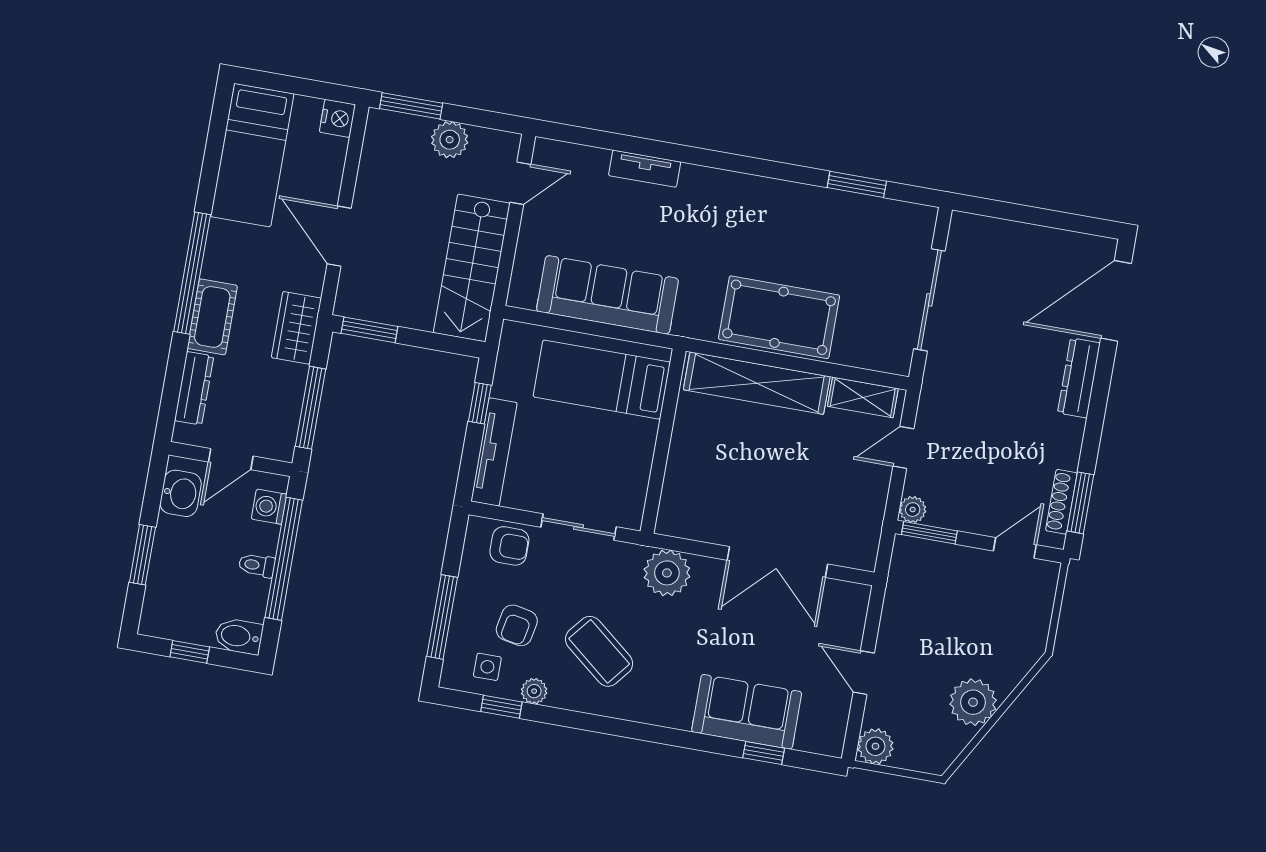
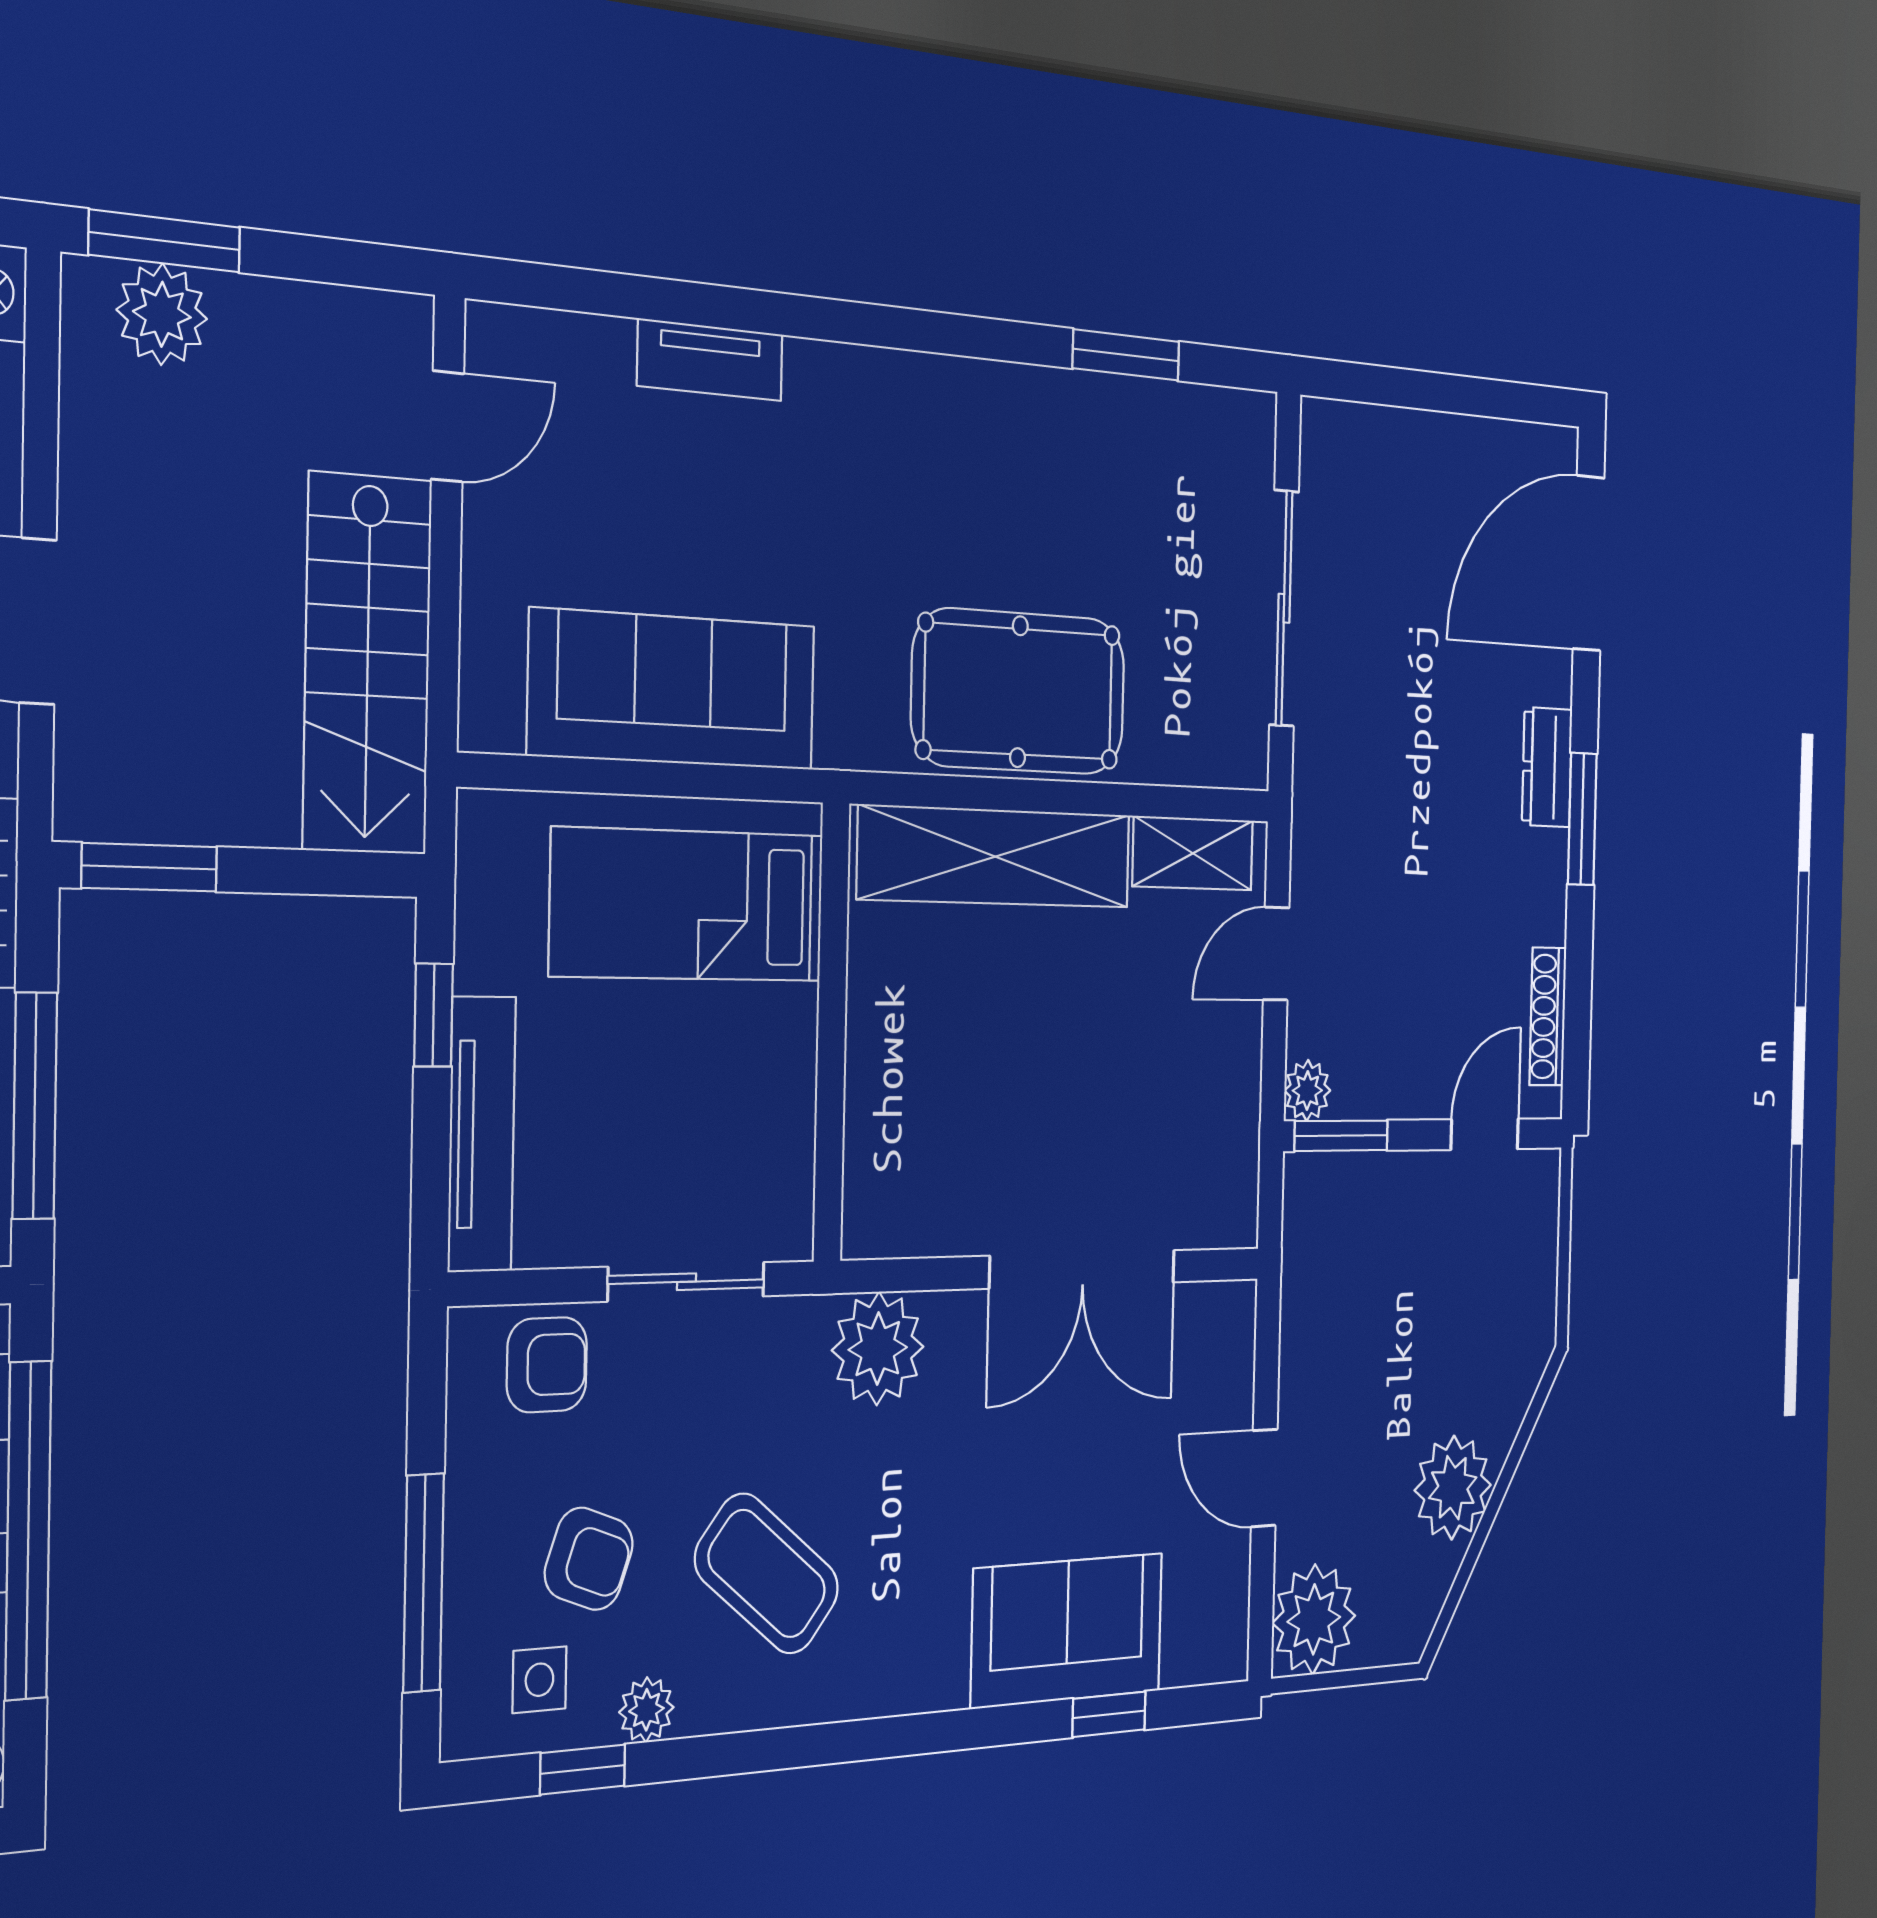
plant: (450, 140) -> (162, 314), moved
dresser: (1079, 378) -> (1547, 767), width x0.70
window: (1080, 503) -> (1582, 819), moved
armchair: (517, 625) -> (589, 1559), turned -81
plant: (875, 746) -> (1314, 1619), width x1.36, depth x1.36

